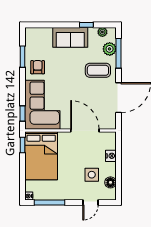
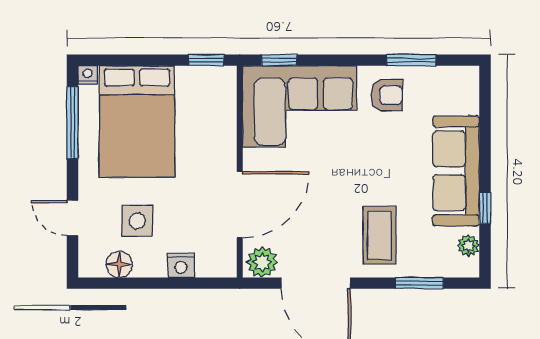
sofa: (70, 37) -> (456, 171), width x1.36
plant: (110, 49) -> (262, 262), moved
window: (119, 53) -> (419, 283), width x0.69
bed: (41, 156) -> (137, 122), moved, turned -90

